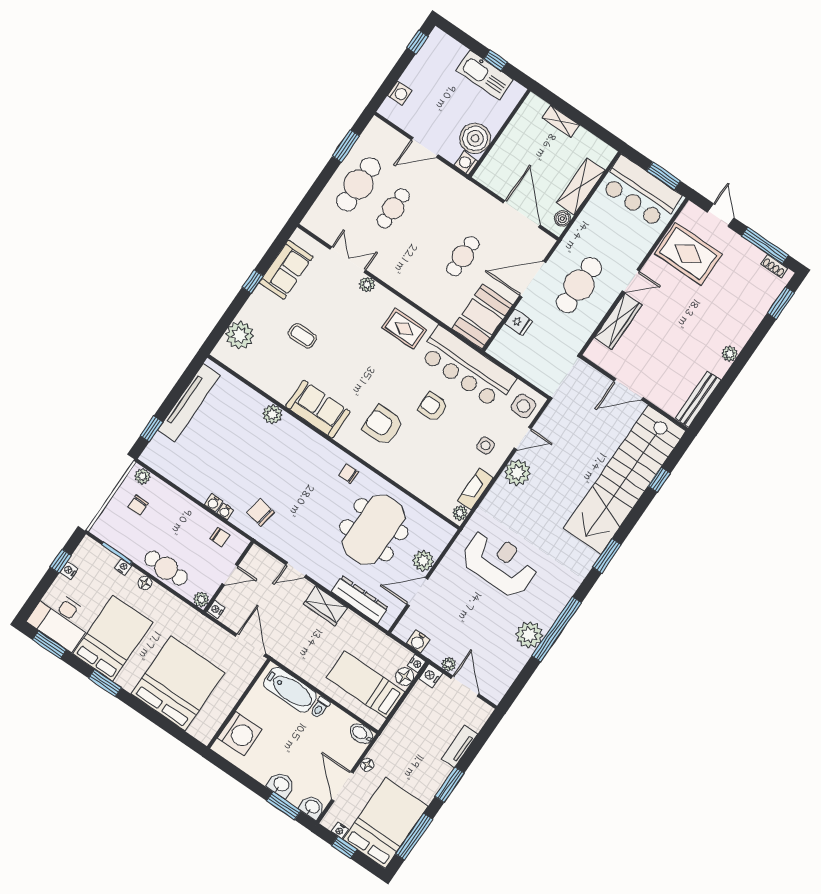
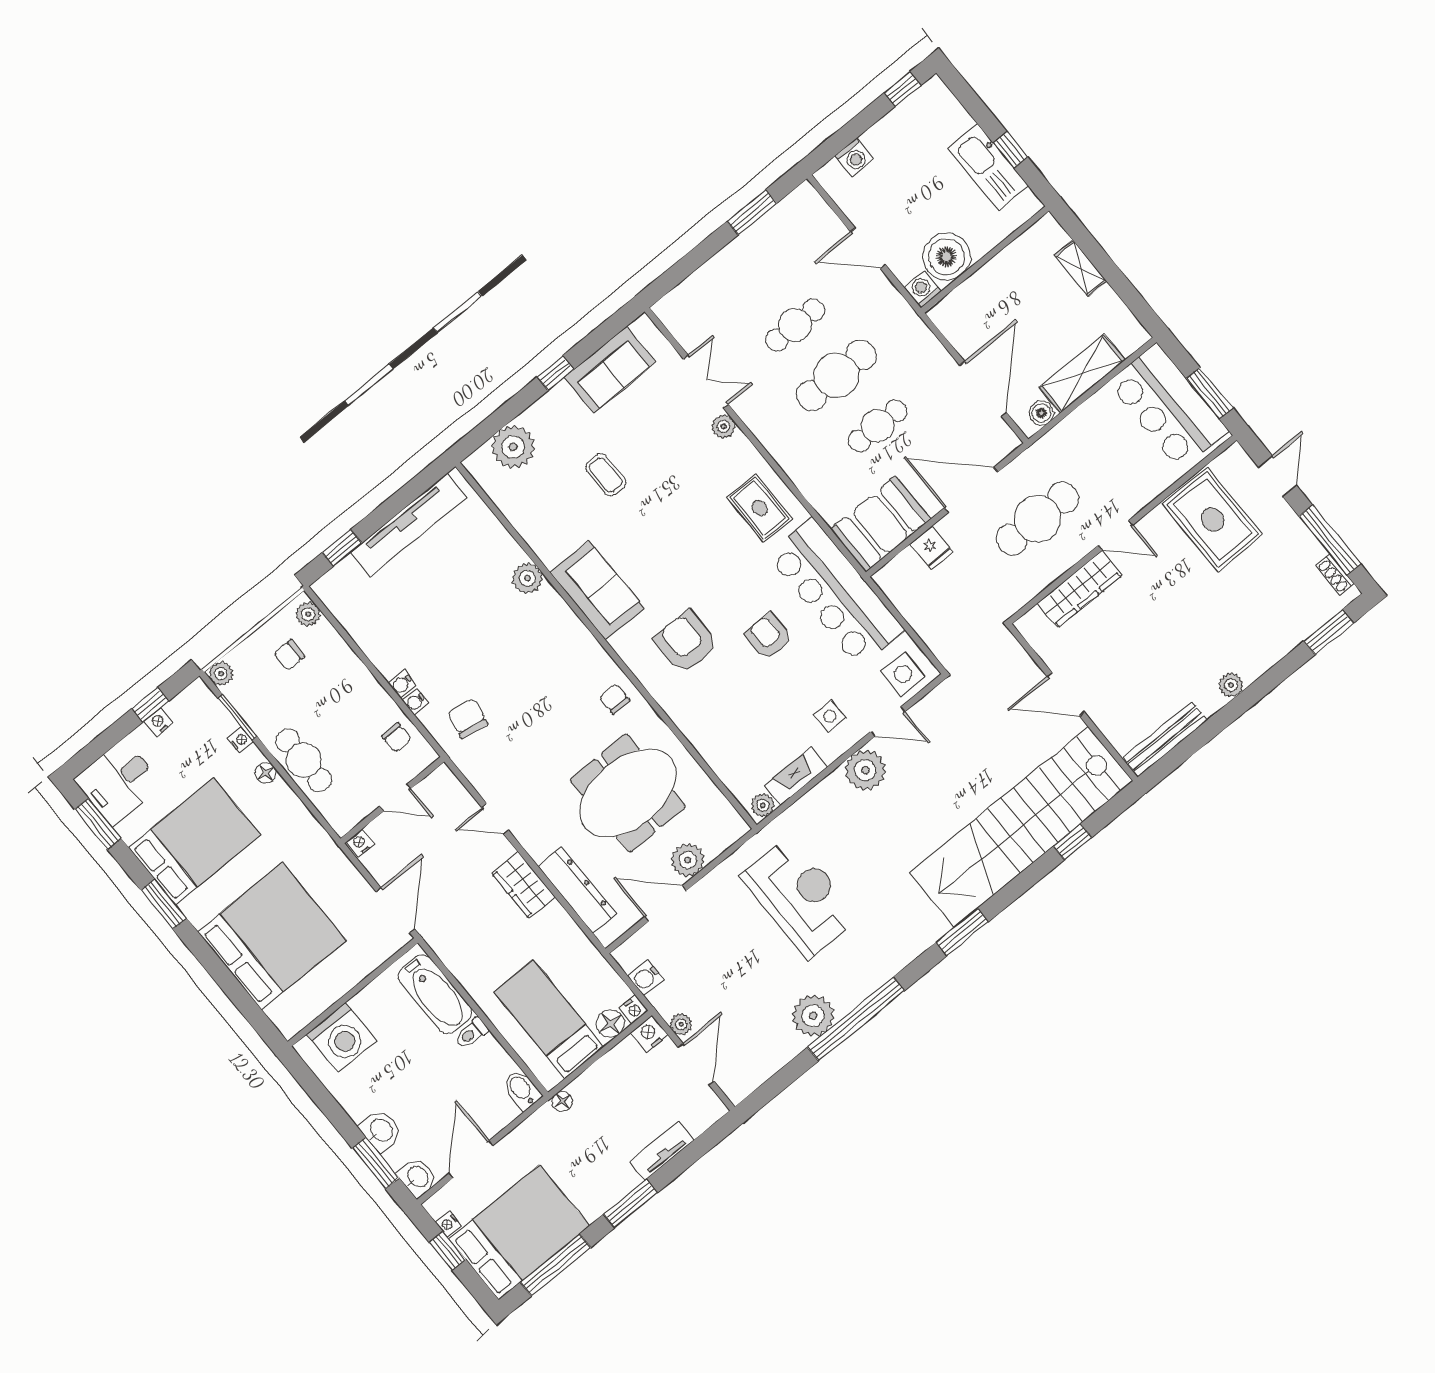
cafe table: (358, 184) -> (836, 375), moved
plant: (201, 599) -> (221, 674), moved
desk: (61, 619) -> (118, 782), width x0.73
floor lamp: (367, 765) -> (562, 1101), moved

